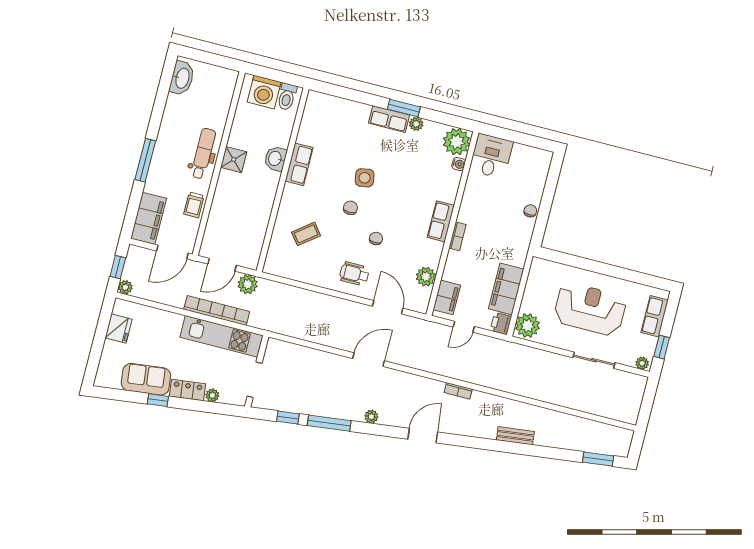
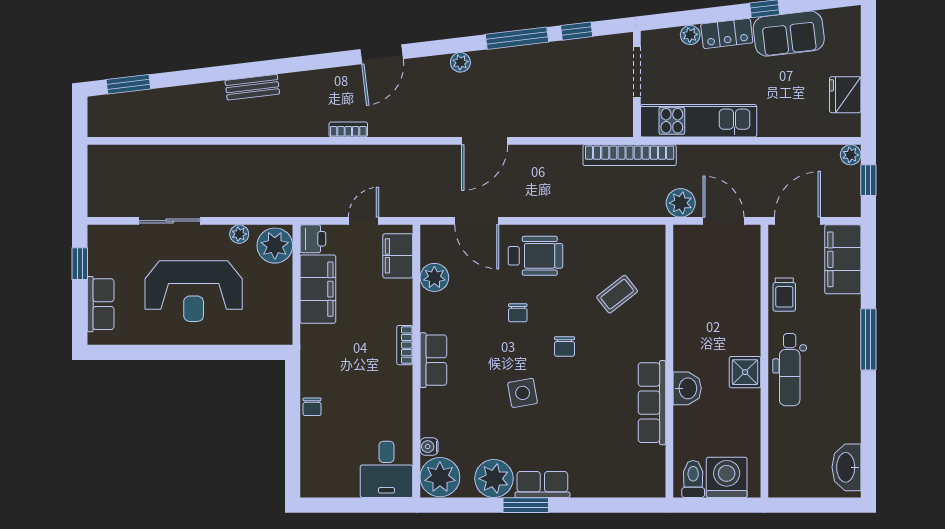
plant: (416, 124) -> (494, 479), width x1.88, depth x1.88
row of seats: (299, 164) -> (652, 403), width x1.48
side table: (365, 178) -> (523, 393), moved
trolley: (194, 205) -> (784, 295), turned 180
door: (222, 265) -> (723, 221), hinge flipped
wheelchair: (354, 274) -> (535, 256), width x1.36, depth x1.37
bookcase: (217, 310) -> (630, 155), moved
plant: (642, 363) -> (239, 234), moved

